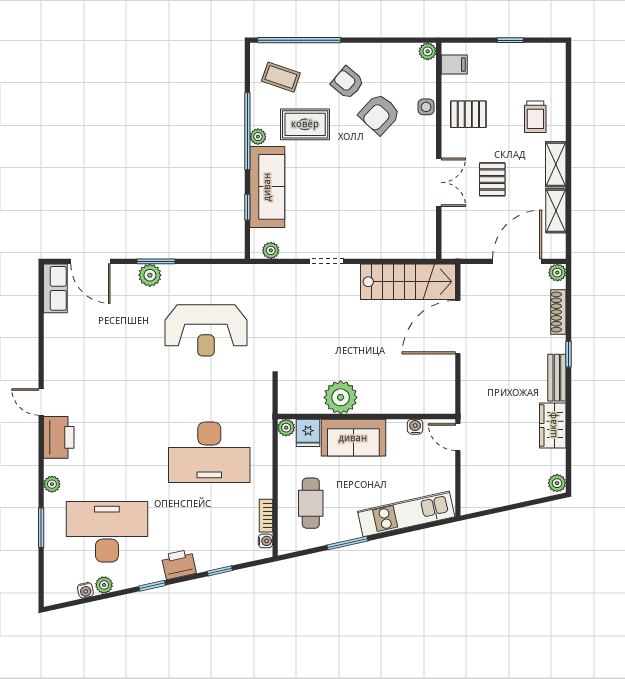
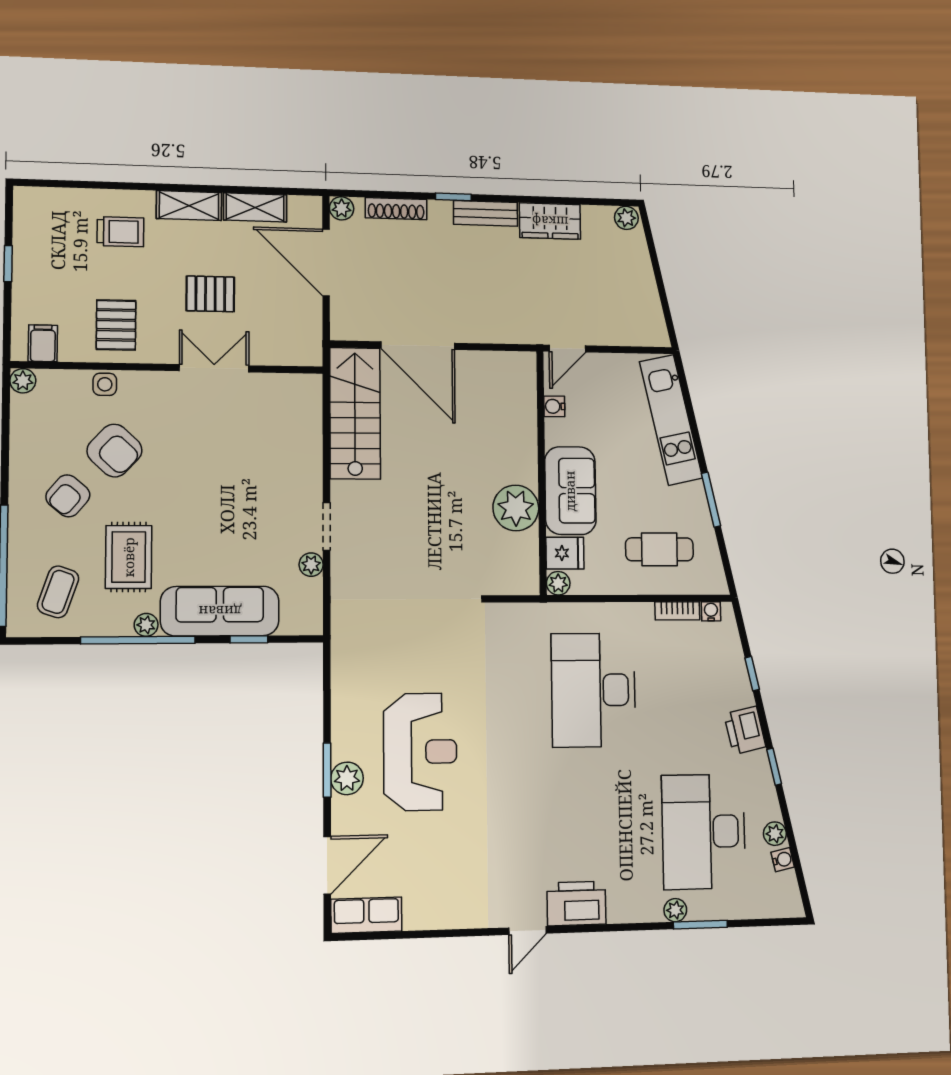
plant: (271, 250) -> (311, 565), moved
reception desk: (206, 330) -> (420, 752), moved
desk: (209, 452) -> (593, 690), turned 180
plant: (52, 484) -> (675, 910), moved

